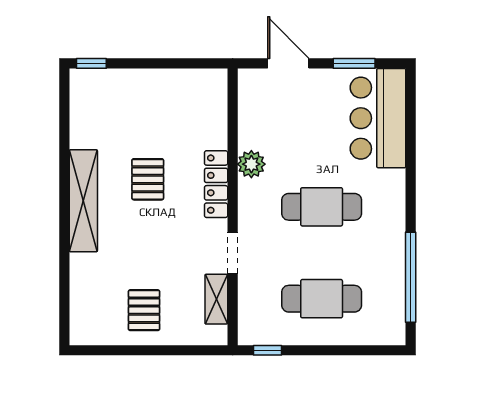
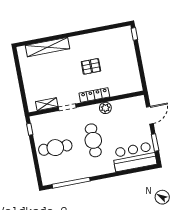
shelving: (83, 201) -> (47, 47), moved
cafe table: (322, 299) -> (55, 148), turned 90
pallet: (144, 310) -> (37, 75), removed

